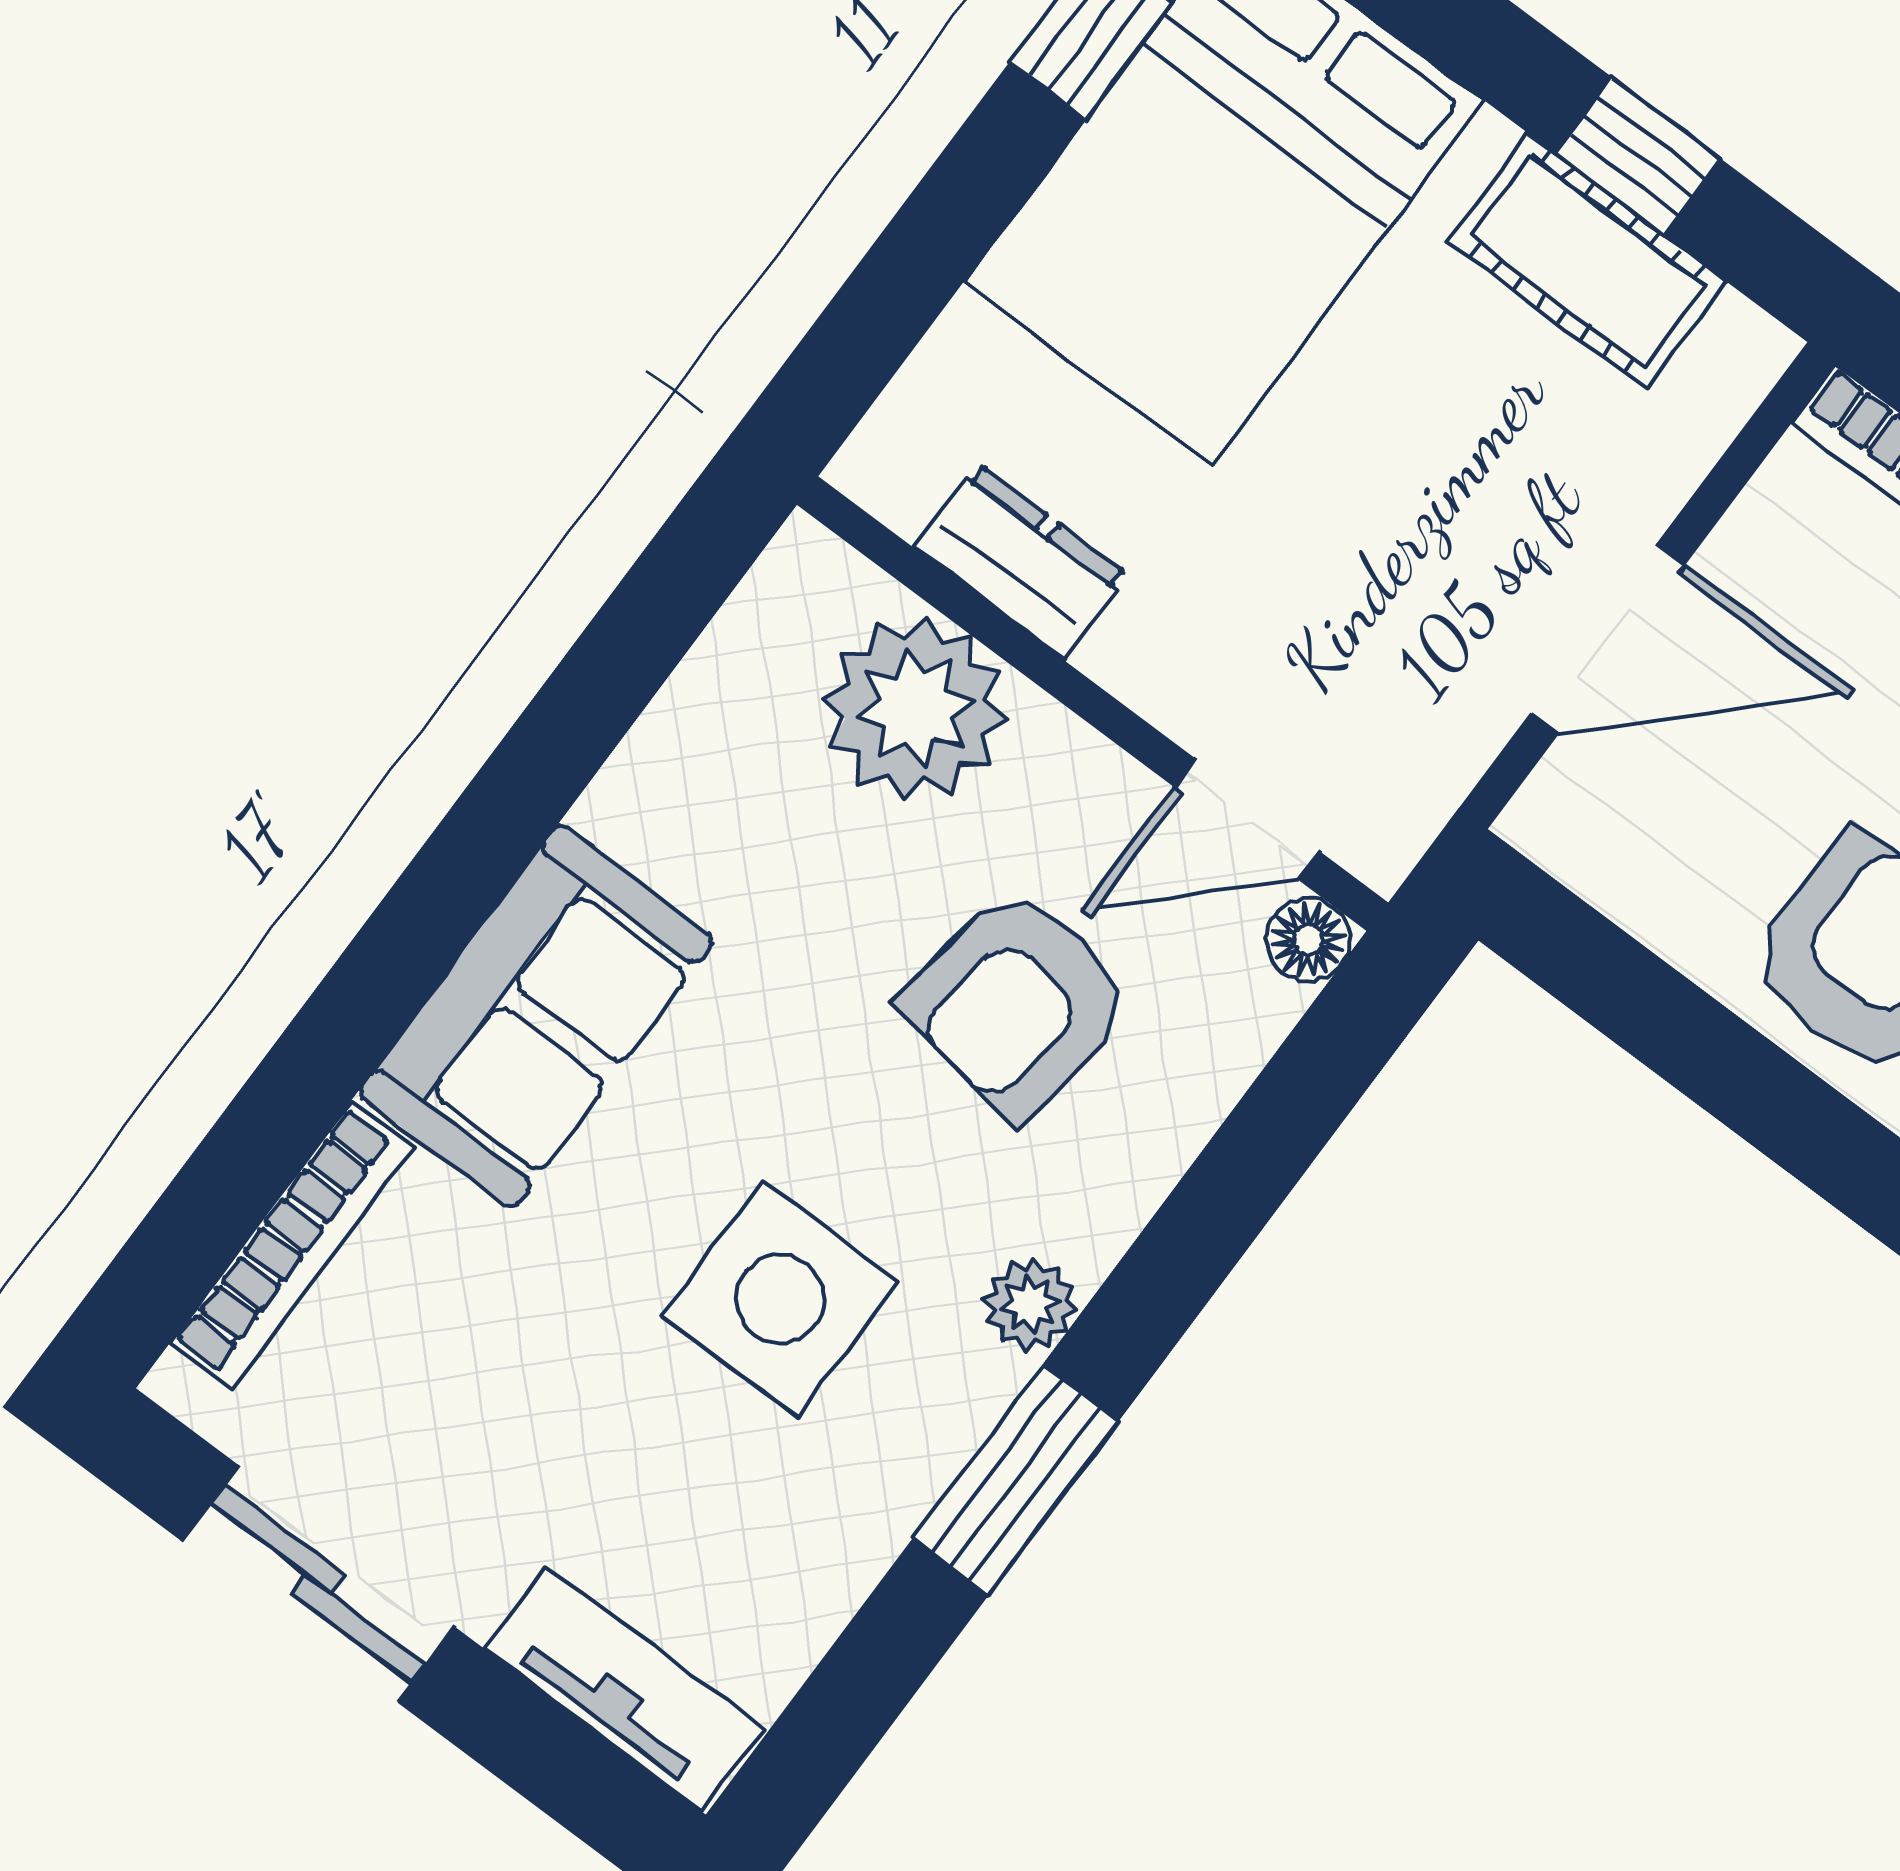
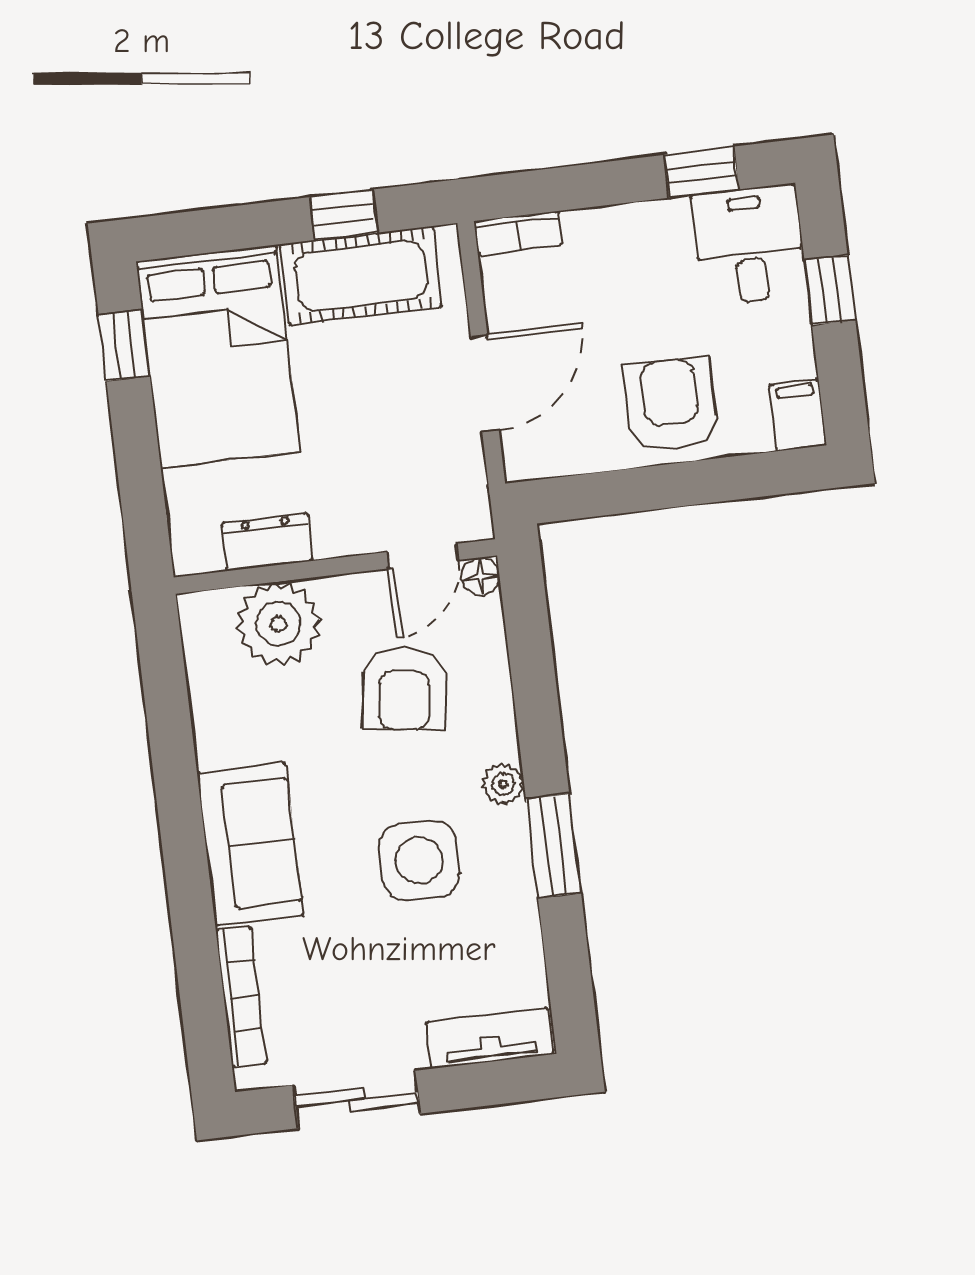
cot: (1587, 261) -> (361, 276), width x1.37, depth x1.34

